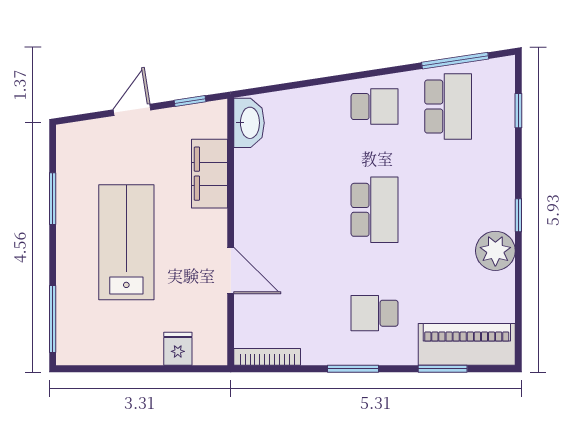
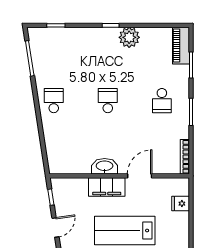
school desk: (448, 107) -> (54, 62), removed
door: (132, 110) -> (55, 228), swing flipped
washbasin: (249, 123) -> (105, 166), moved
filing cabinet: (209, 174) -> (107, 187), moved
school desk: (375, 210) -> (108, 101), width x0.54
piano: (467, 344) -> (181, 46), width x0.73, depth x0.75

